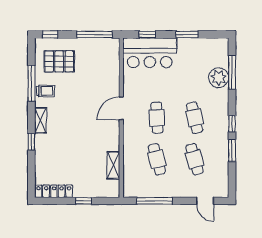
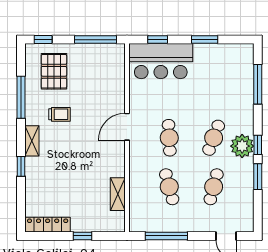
pallet: (59, 61) -> (54, 71), turned 90
plant: (219, 78) -> (242, 146), moved
trolley: (46, 91) -> (59, 114), moved
cafe table: (195, 118) -> (214, 138), turned 33
cafe table: (195, 159) -> (214, 187), turned 30

